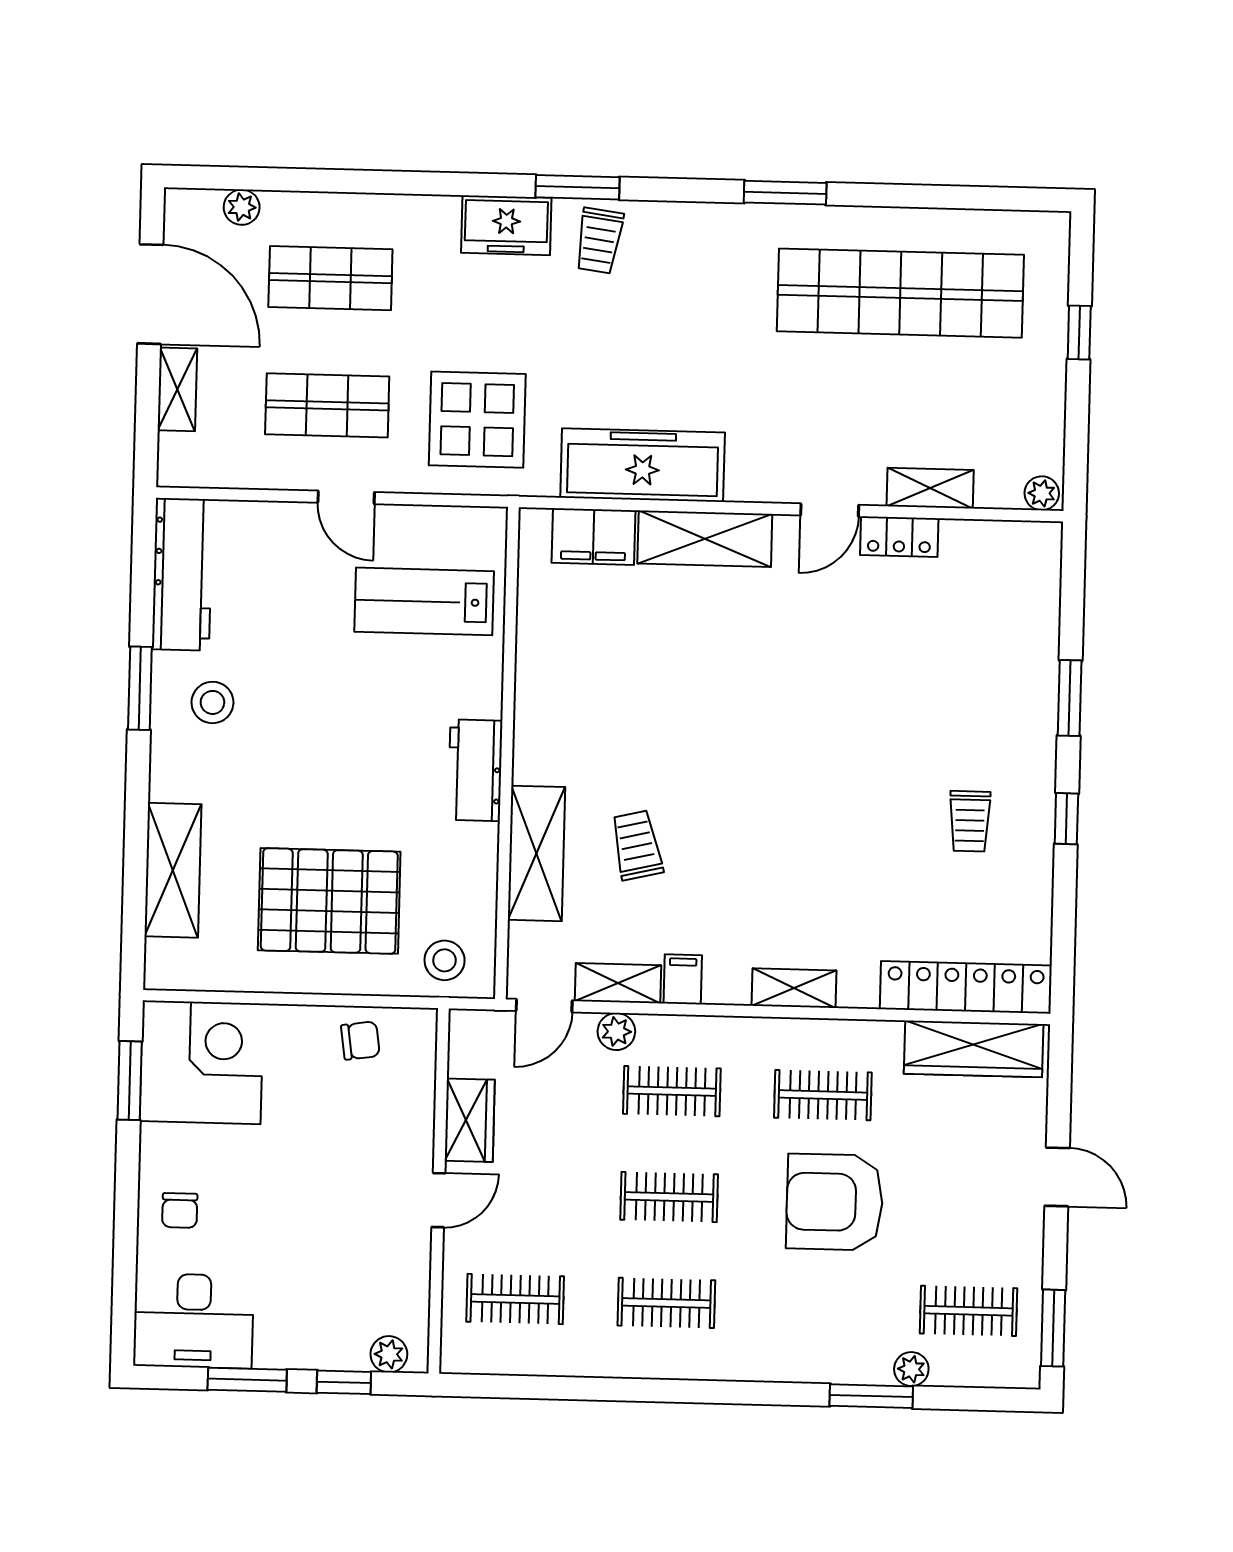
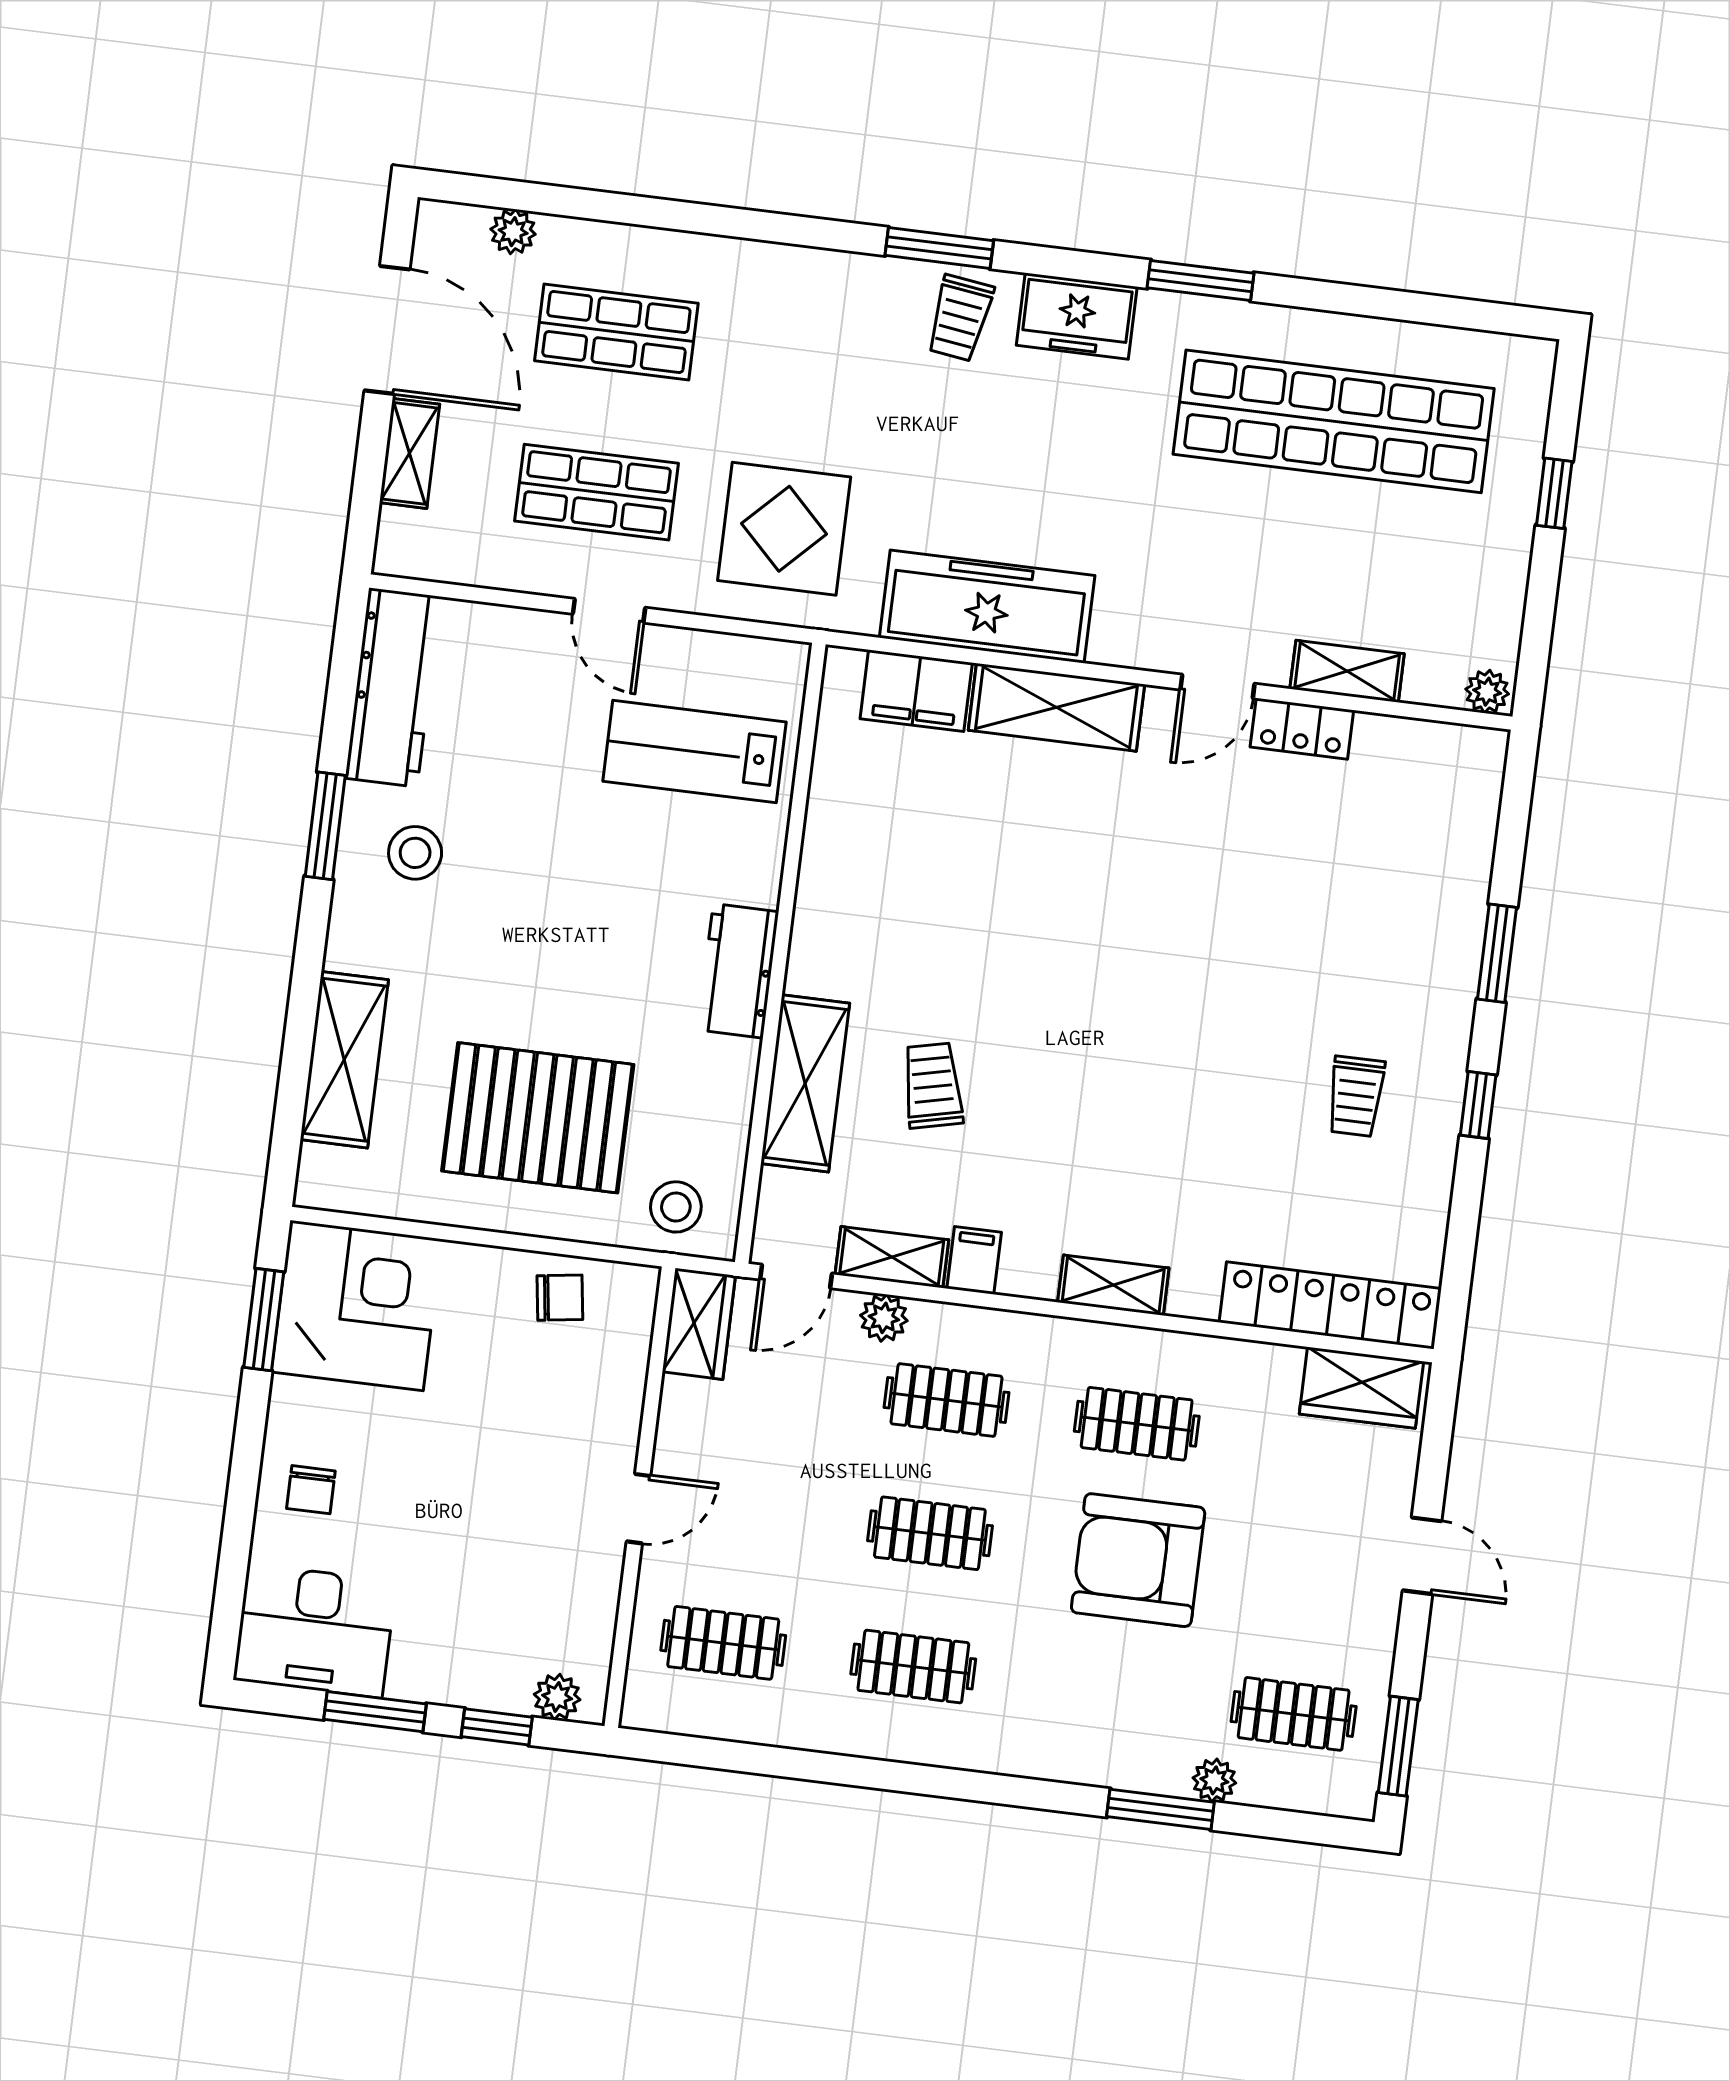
freezer: (506, 225) -> (1077, 316), moved
wardrobe: (974, 1049) -> (1361, 1388), width x0.67
wardrobe: (470, 1120) -> (699, 1324), moved

